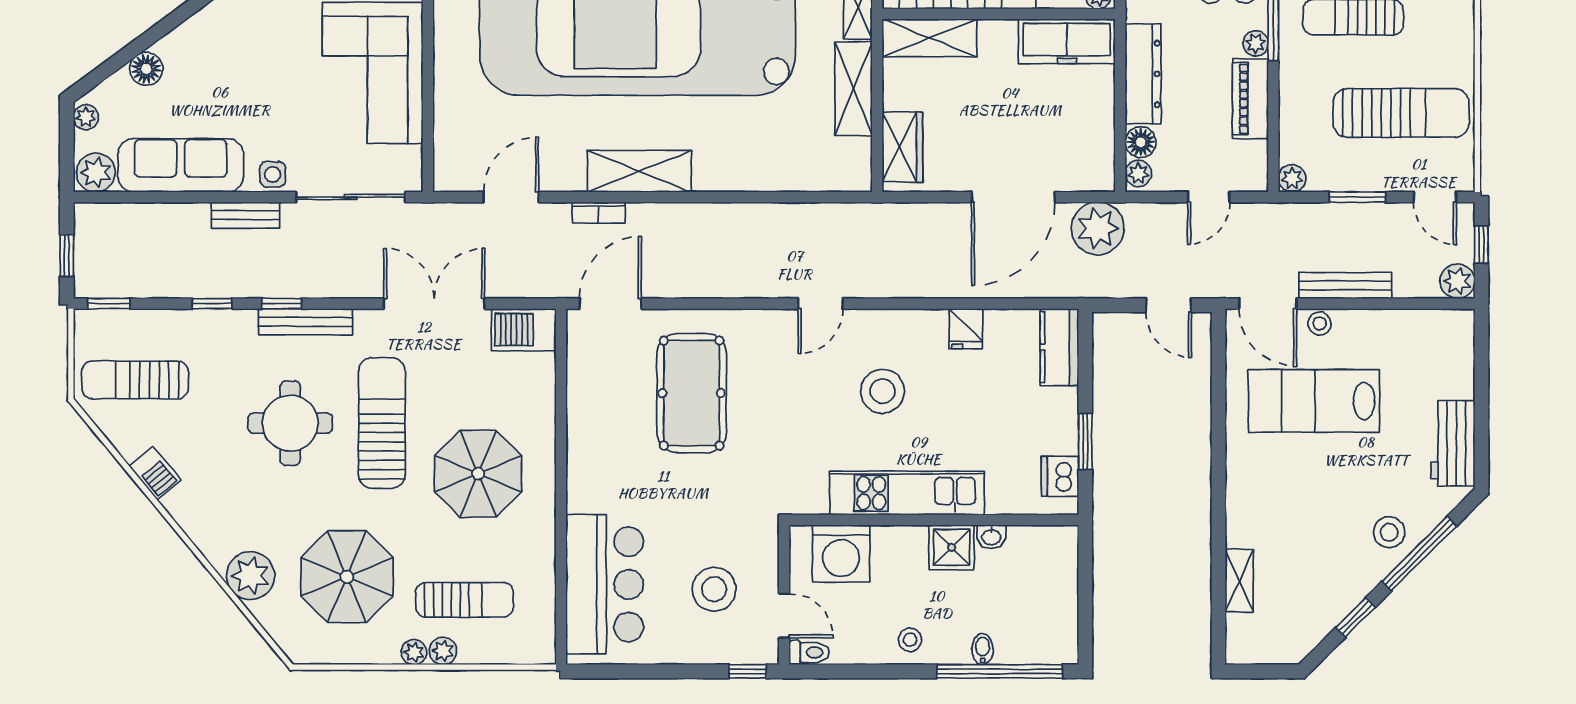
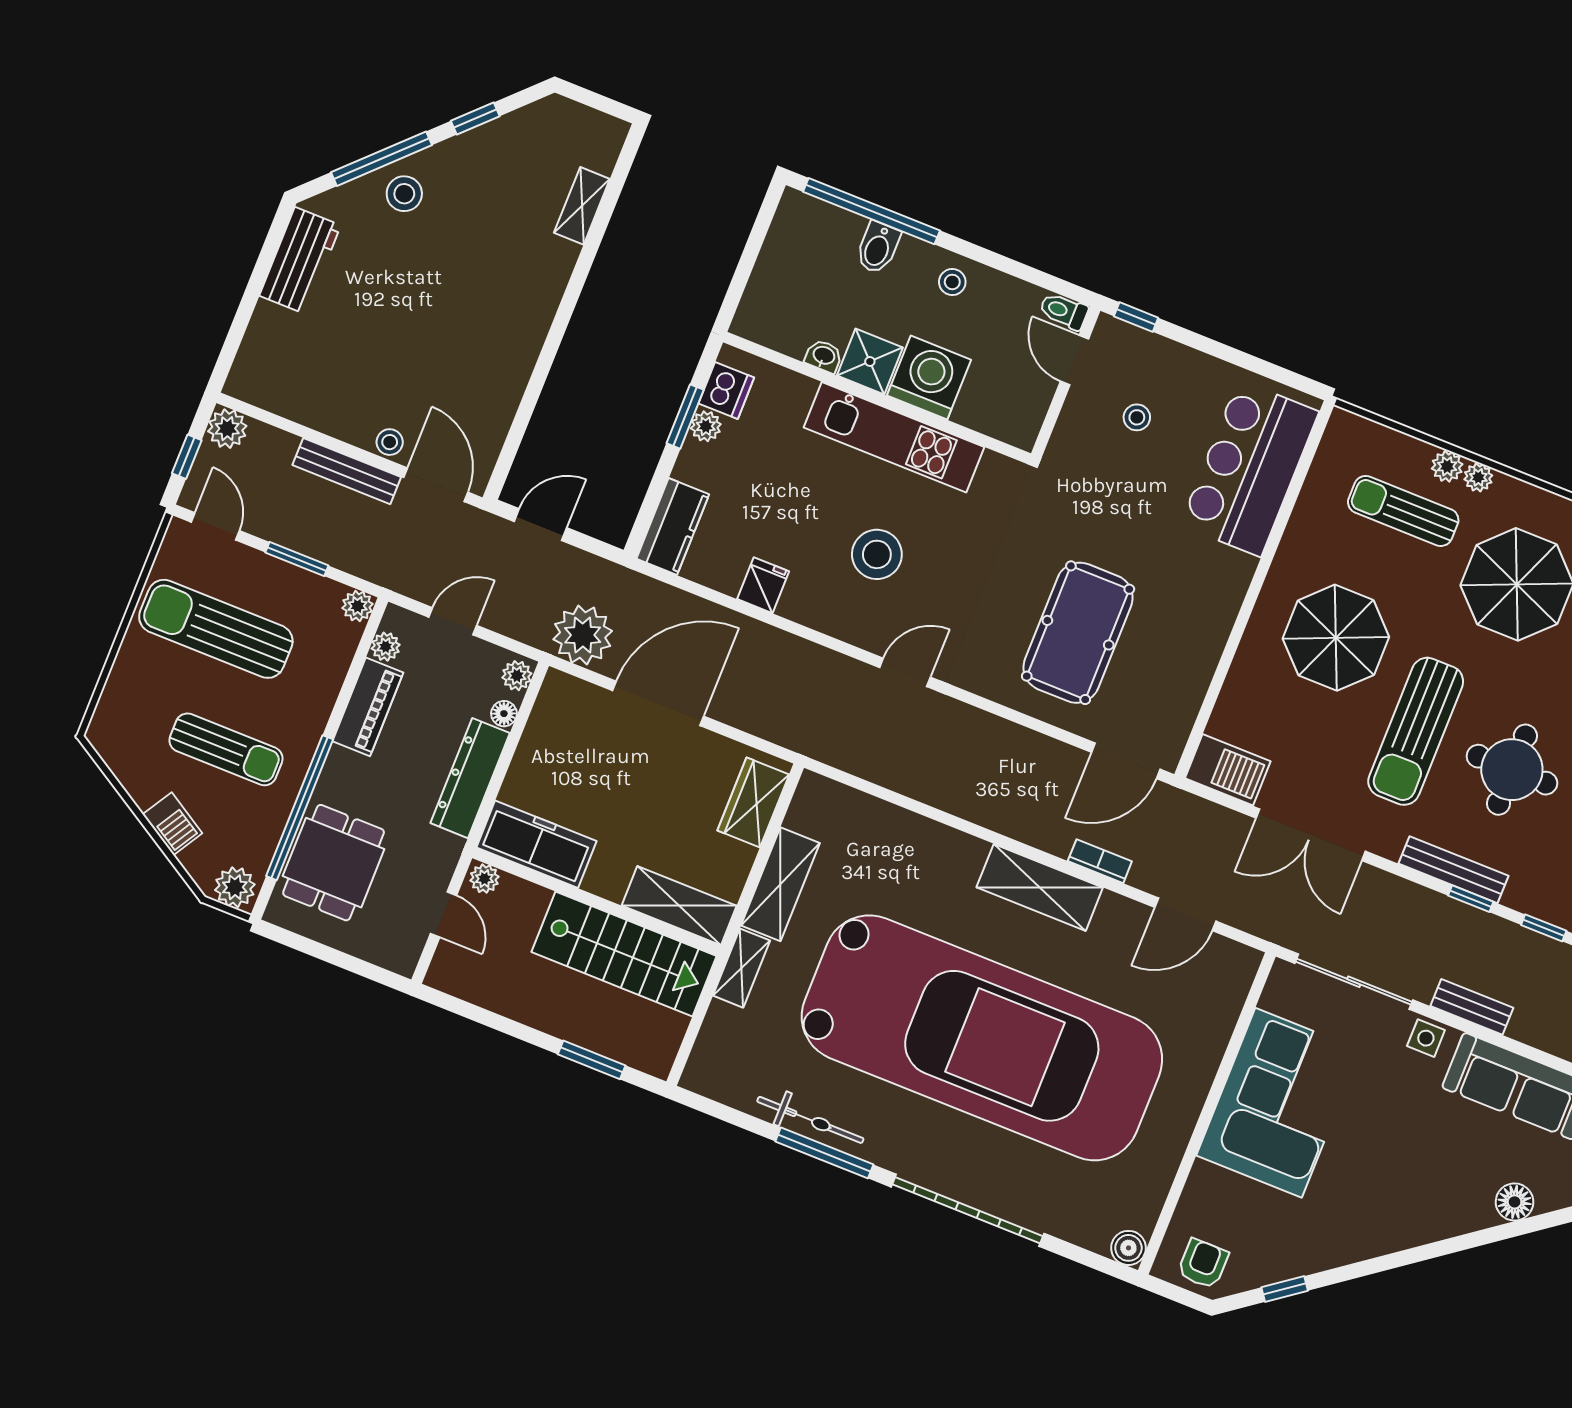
plant: (1256, 43) -> (386, 647), moved
floor lamp: (1141, 142) -> (504, 714), width x0.73, depth x0.73
door: (1169, 305) -> (540, 525), hinge flipped
lab bench: (1314, 401) -> (428, 363), removed
plant: (1065, 440) -> (706, 426), added
washing machine: (841, 554) -> (929, 378), moved
stool: (714, 589) -> (1137, 417), width x0.53, depth x0.53
bidet: (983, 649) -> (878, 248), width x1.38, depth x1.36

